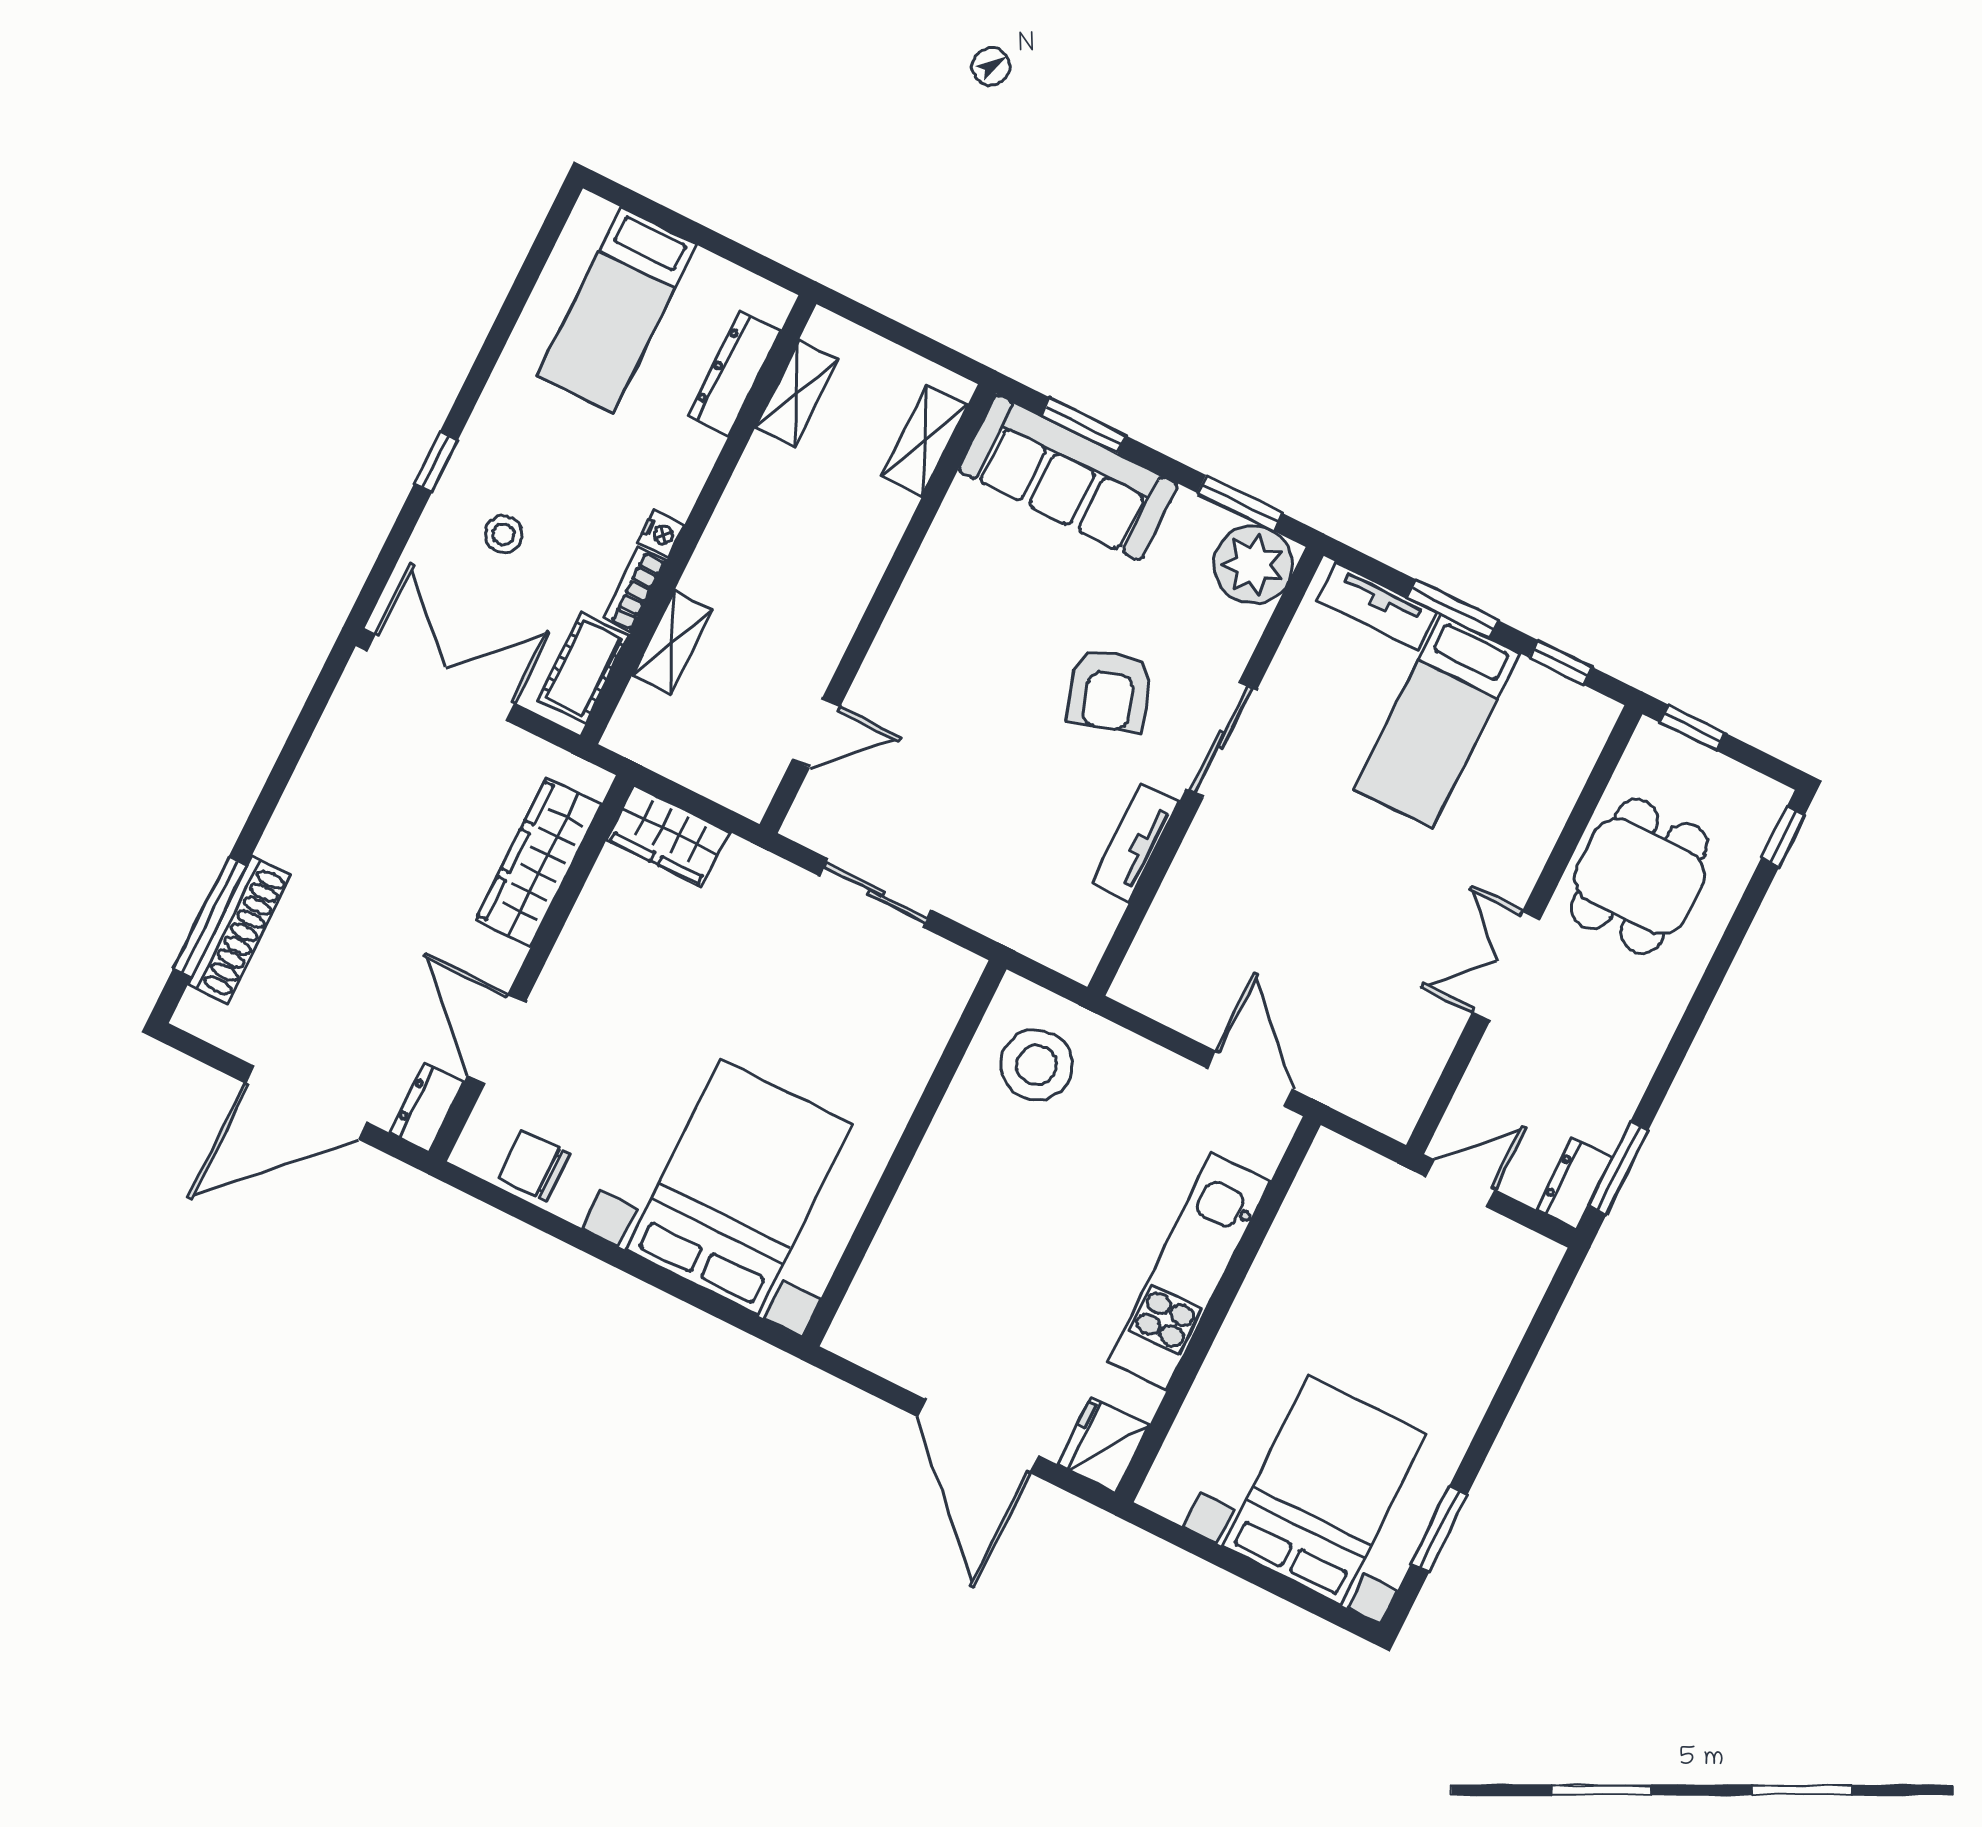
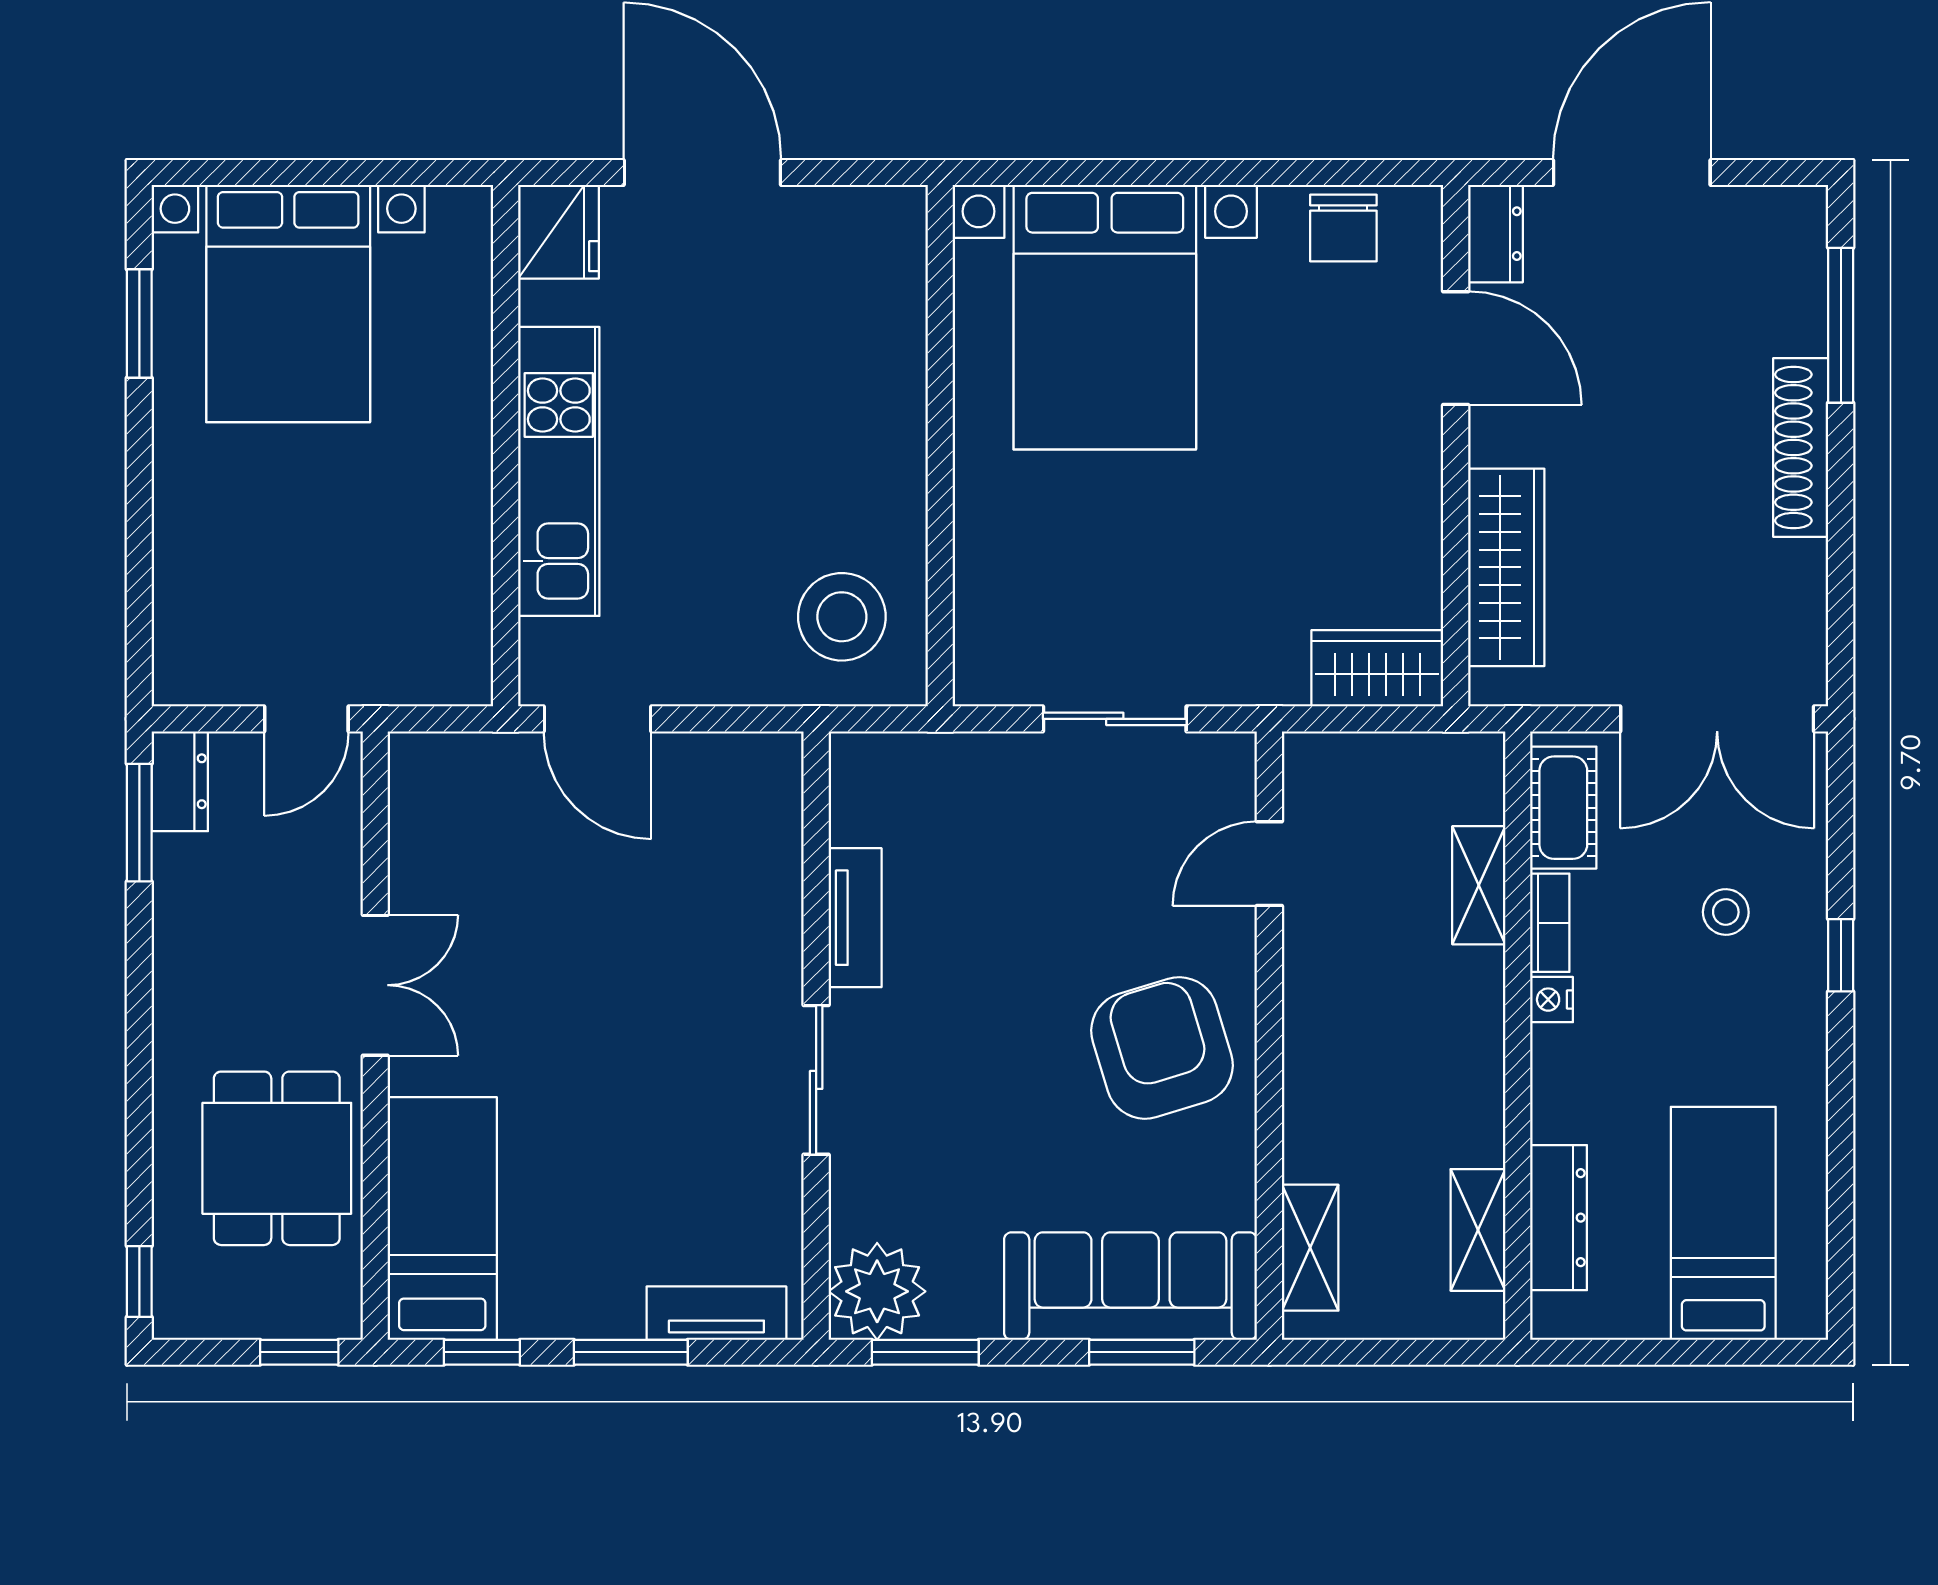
armchair: (1110, 690) -> (1162, 1048), moved, width x1.36, depth x1.36
bed: (1437, 721) -> (442, 1218), moved
shoe rack: (240, 930) -> (1801, 448), moved
chair: (534, 1166) -> (1343, 228), turned 90

